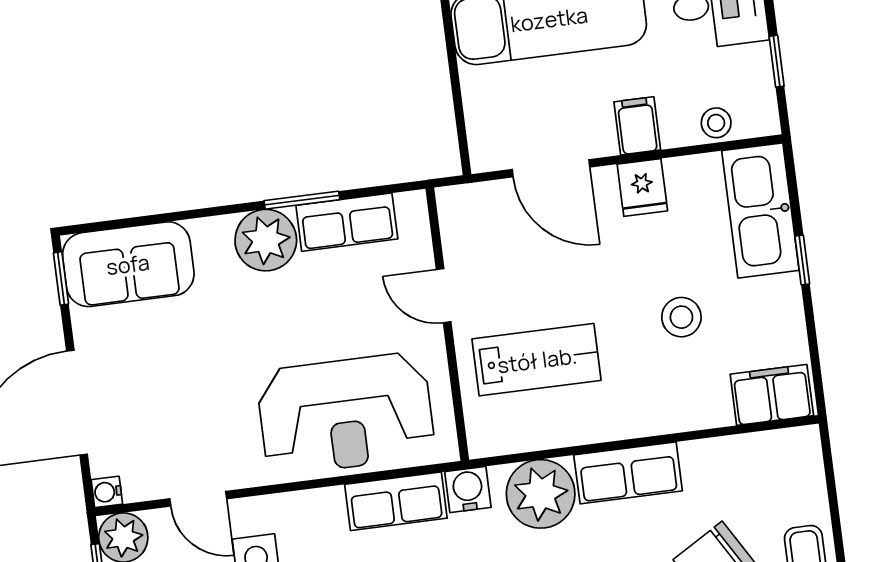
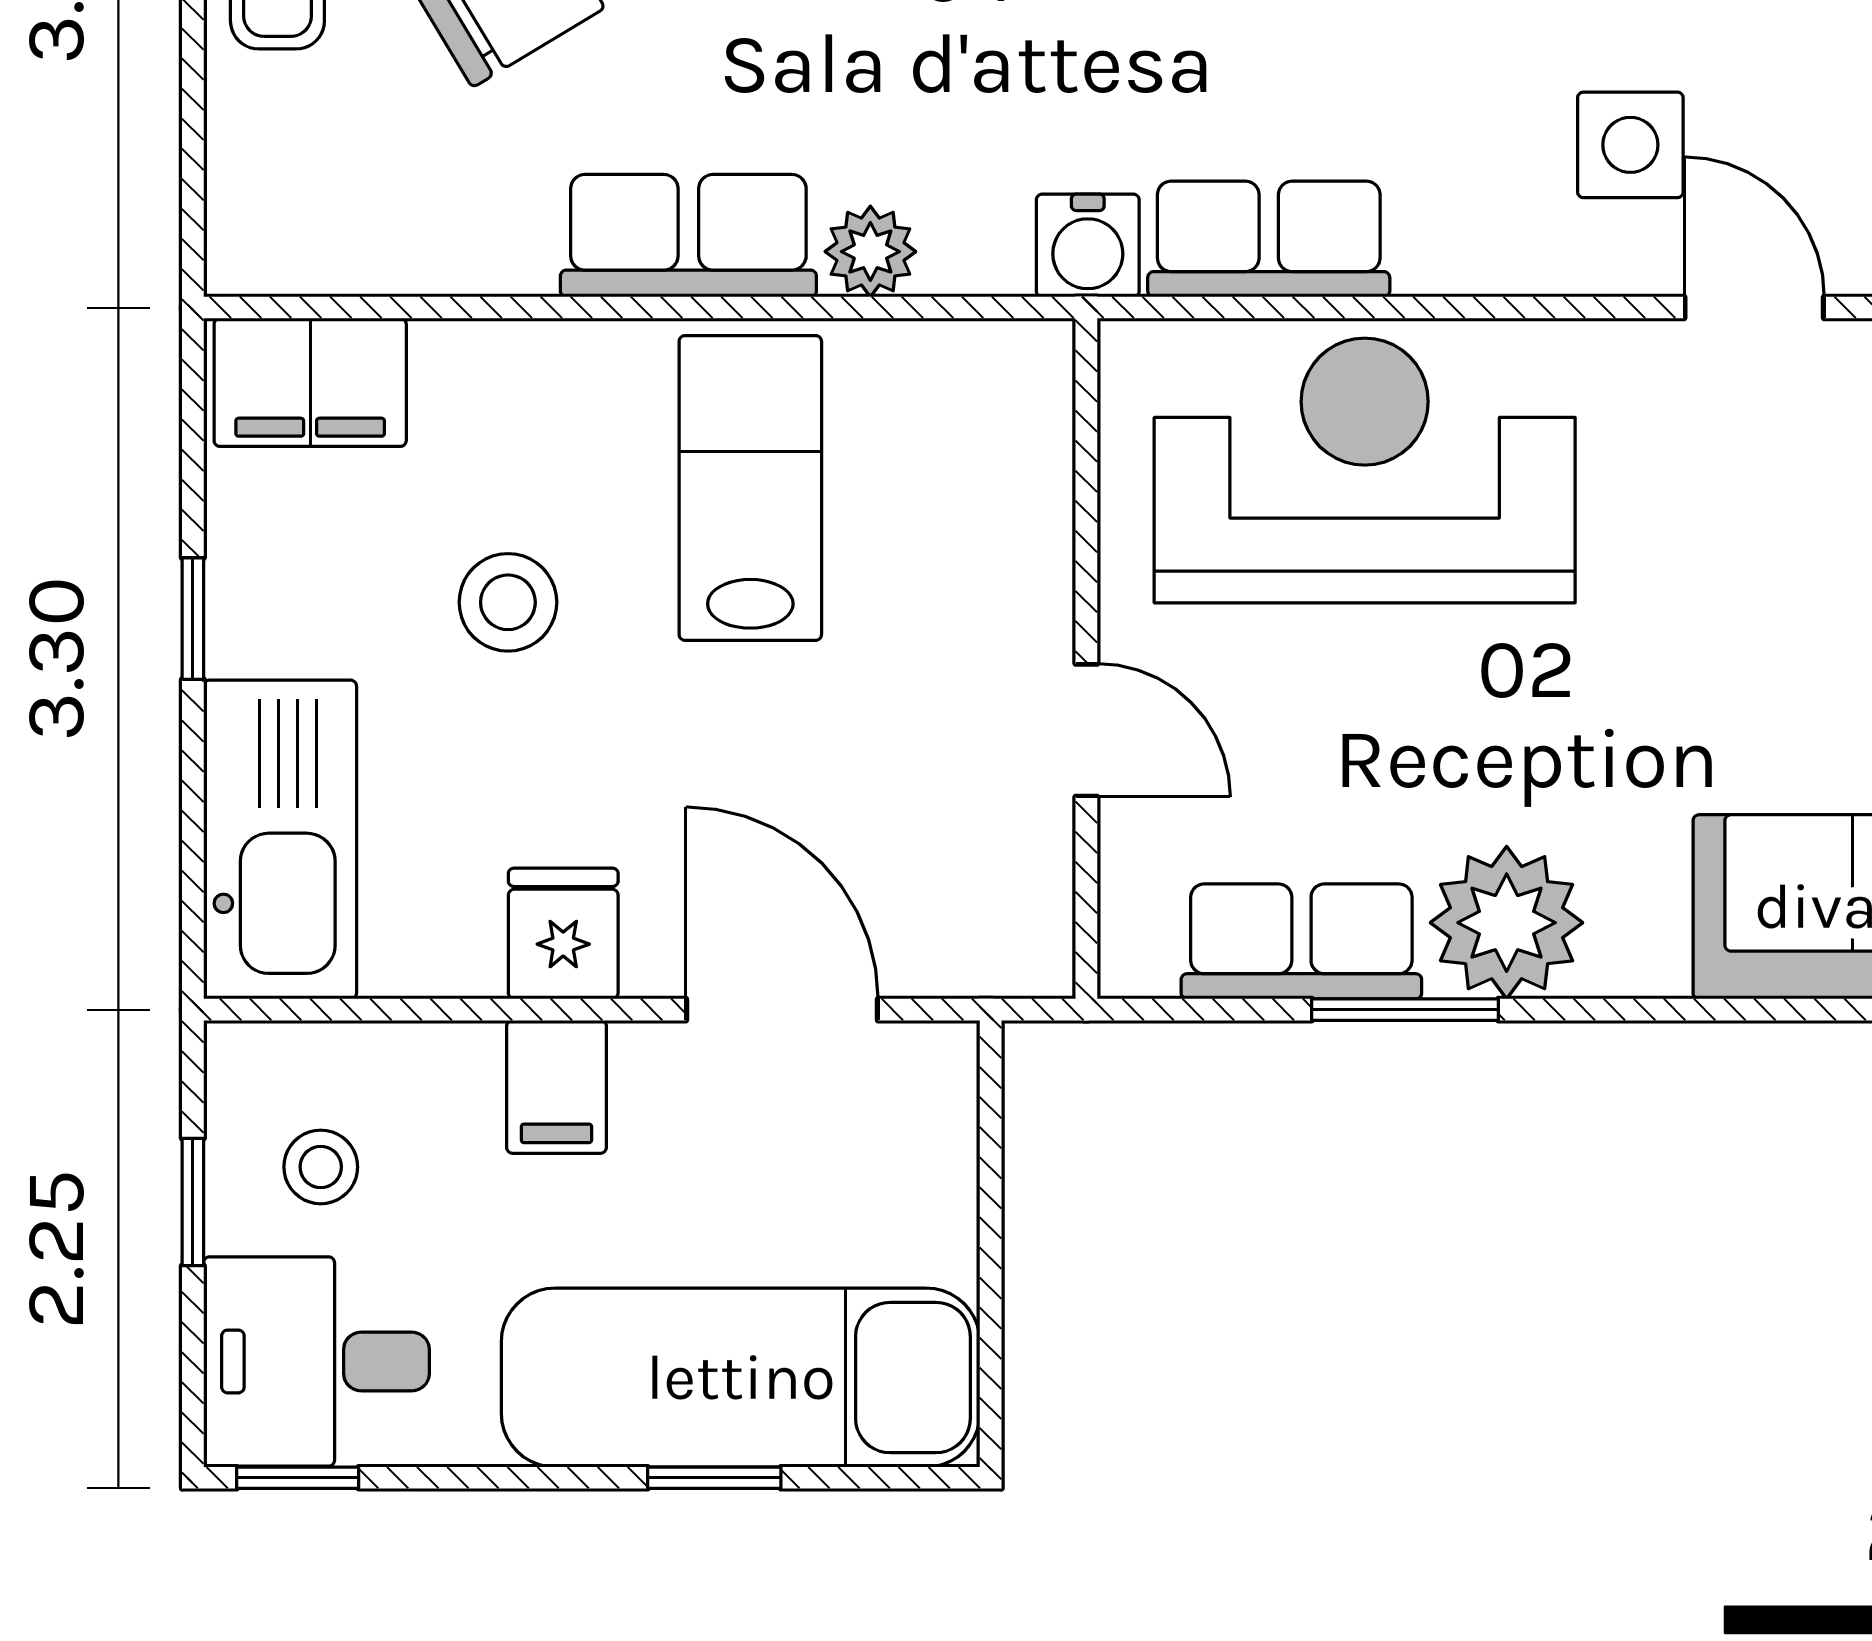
stool: (716, 123) -> (321, 1167), moved
window: (802, 260) -> (193, 619), moved
lab bench: (537, 360) -> (750, 488), moved, turned 90
plant: (541, 494) -> (870, 252), width x0.53, depth x0.53

